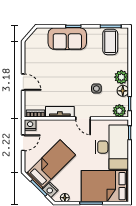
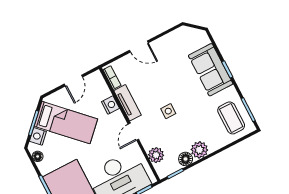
coffee table: (110, 42) -> (231, 118), turned 90
door: (23, 82) -> (139, 46), hinge flipped
side table: (96, 89) -> (168, 111), moved
plant: (119, 111) -> (156, 155), moved
nightstand: (30, 125) -> (110, 105), moved
door: (23, 143) -> (73, 81), hinge flipped

